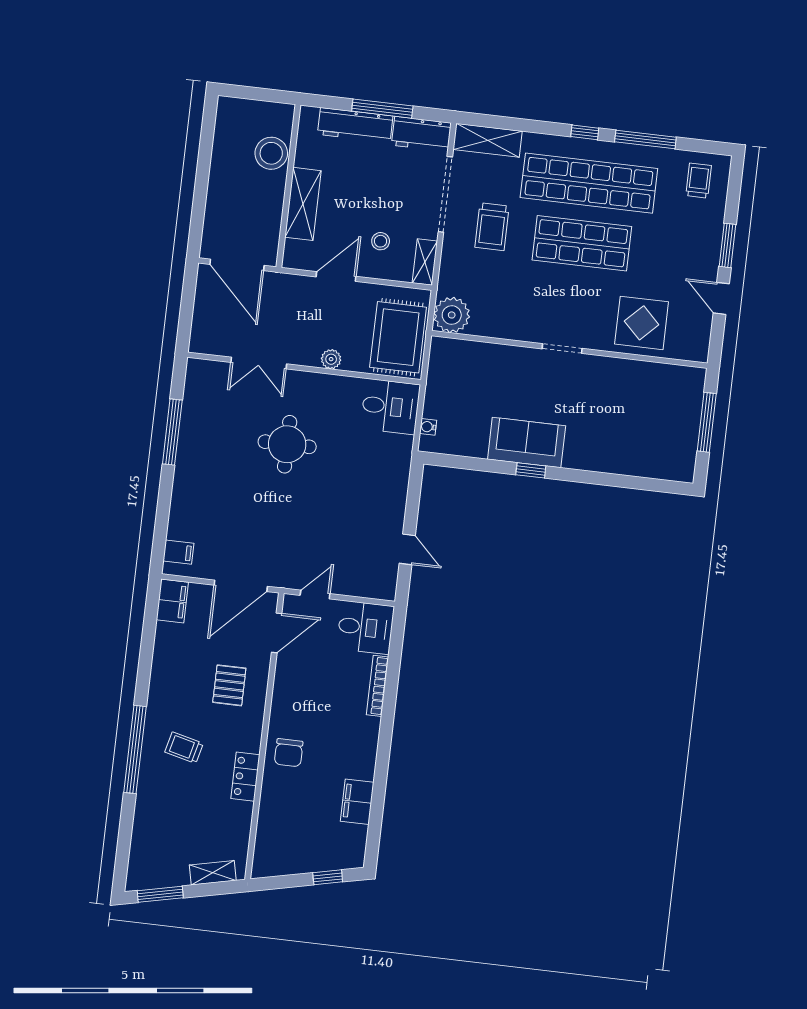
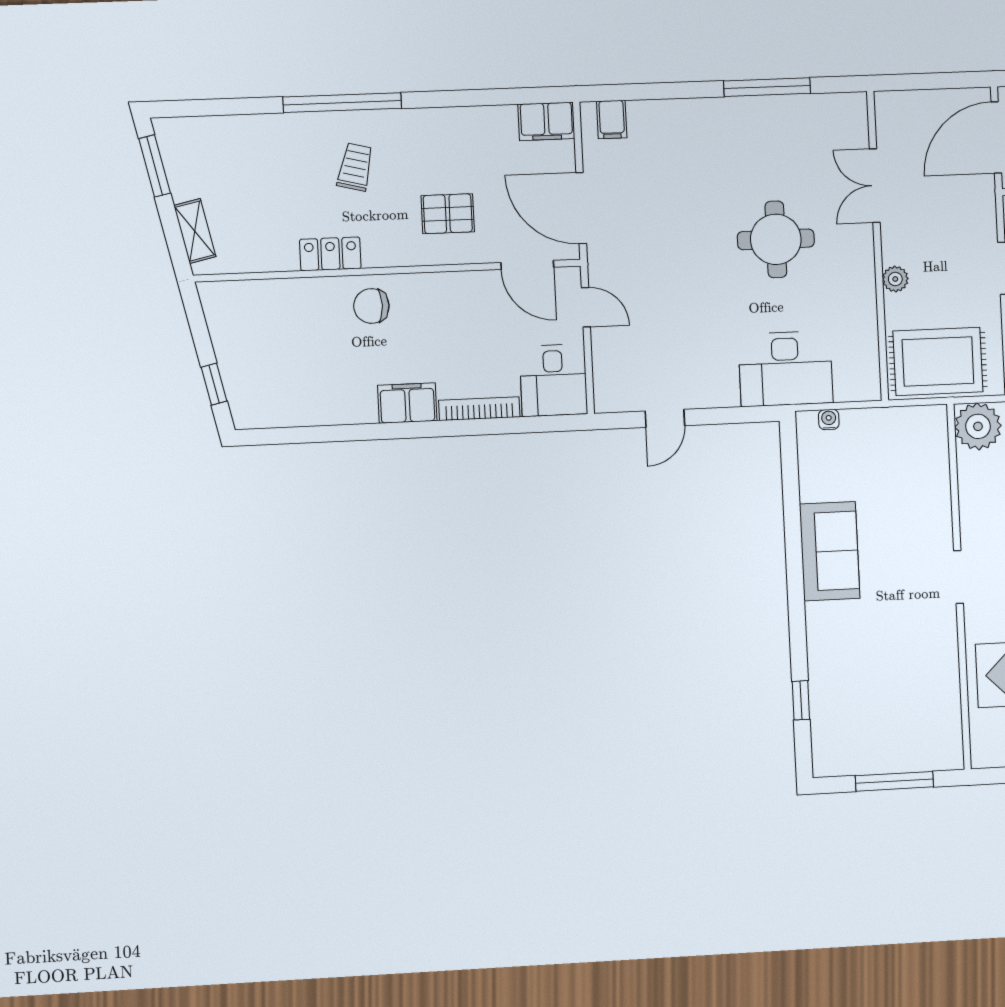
desk: (390, 407) -> (786, 369), moved, width x1.37
window: (531, 470) -> (801, 700), moved
filing cabinet: (357, 802) -> (407, 403), moved

